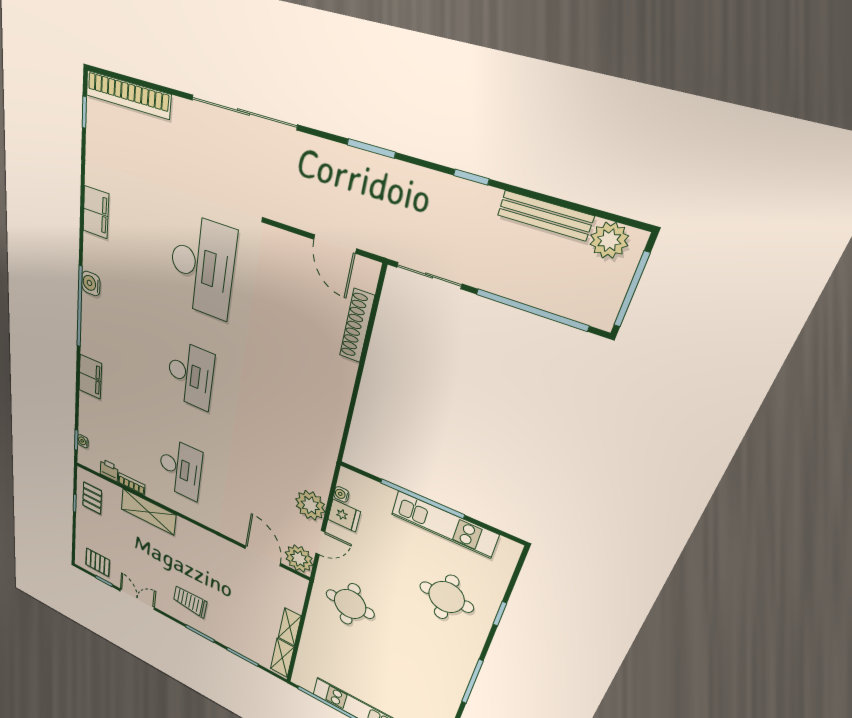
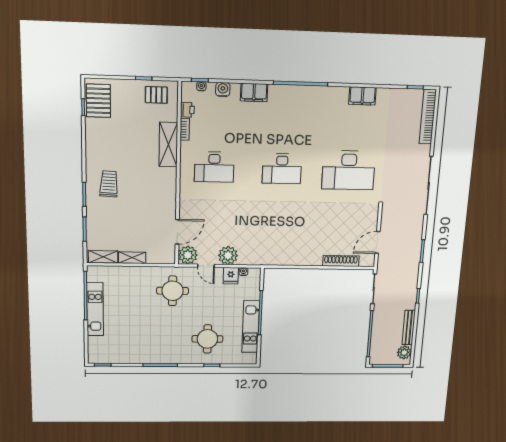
water cooler: (91, 283) -> (223, 89), moved
pallet: (98, 562) -> (98, 101), width x1.50, depth x1.42
double door: (137, 599) -> (84, 139), removed

